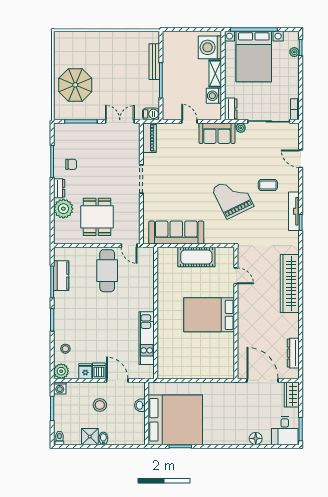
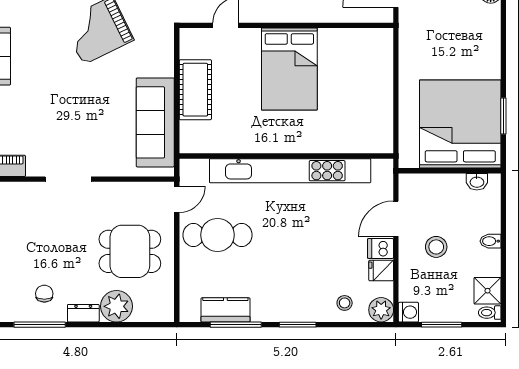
kitchen unit: (147, 338) -> (290, 171), width x1.86
washbasin: (140, 405) -> (477, 182), moved
shower: (90, 437) -> (488, 291), moved

